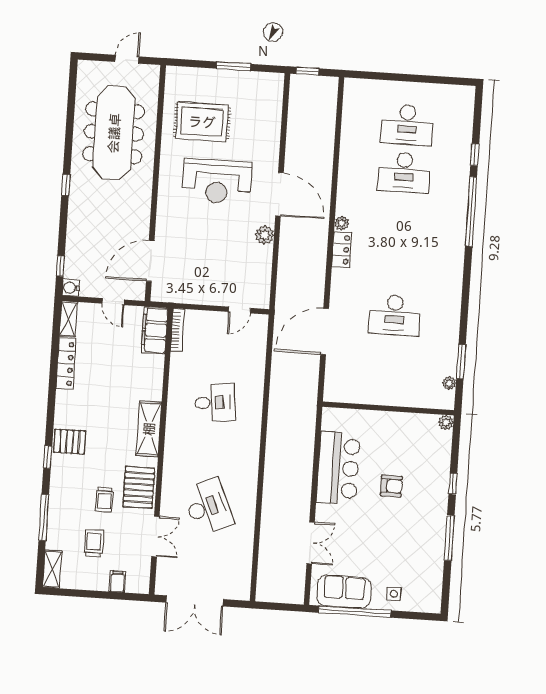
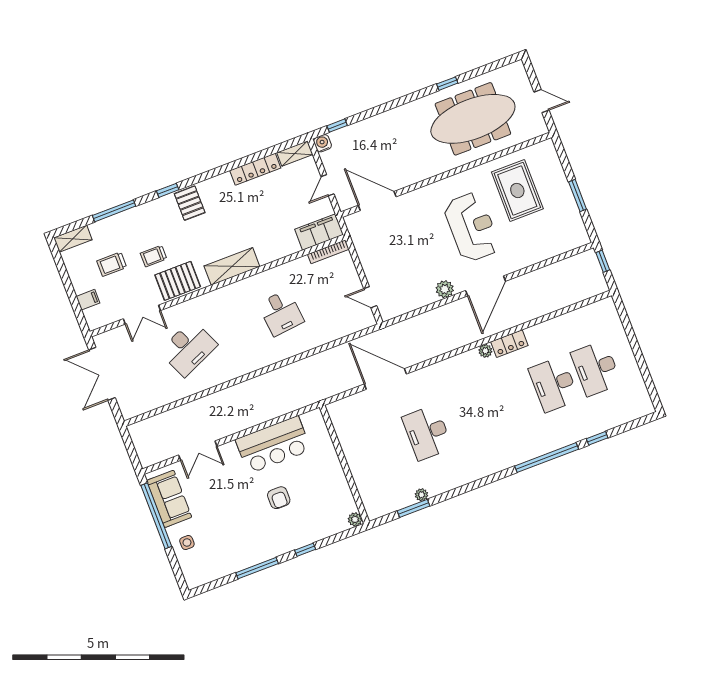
reception desk: (217, 182) -> (472, 227), turned 180
window: (66, 185) -> (447, 84), moved
locker: (342, 250) -> (509, 344), moved
plant: (449, 383) -> (422, 495), moved
trolley: (94, 543) -> (112, 264), turned 180

